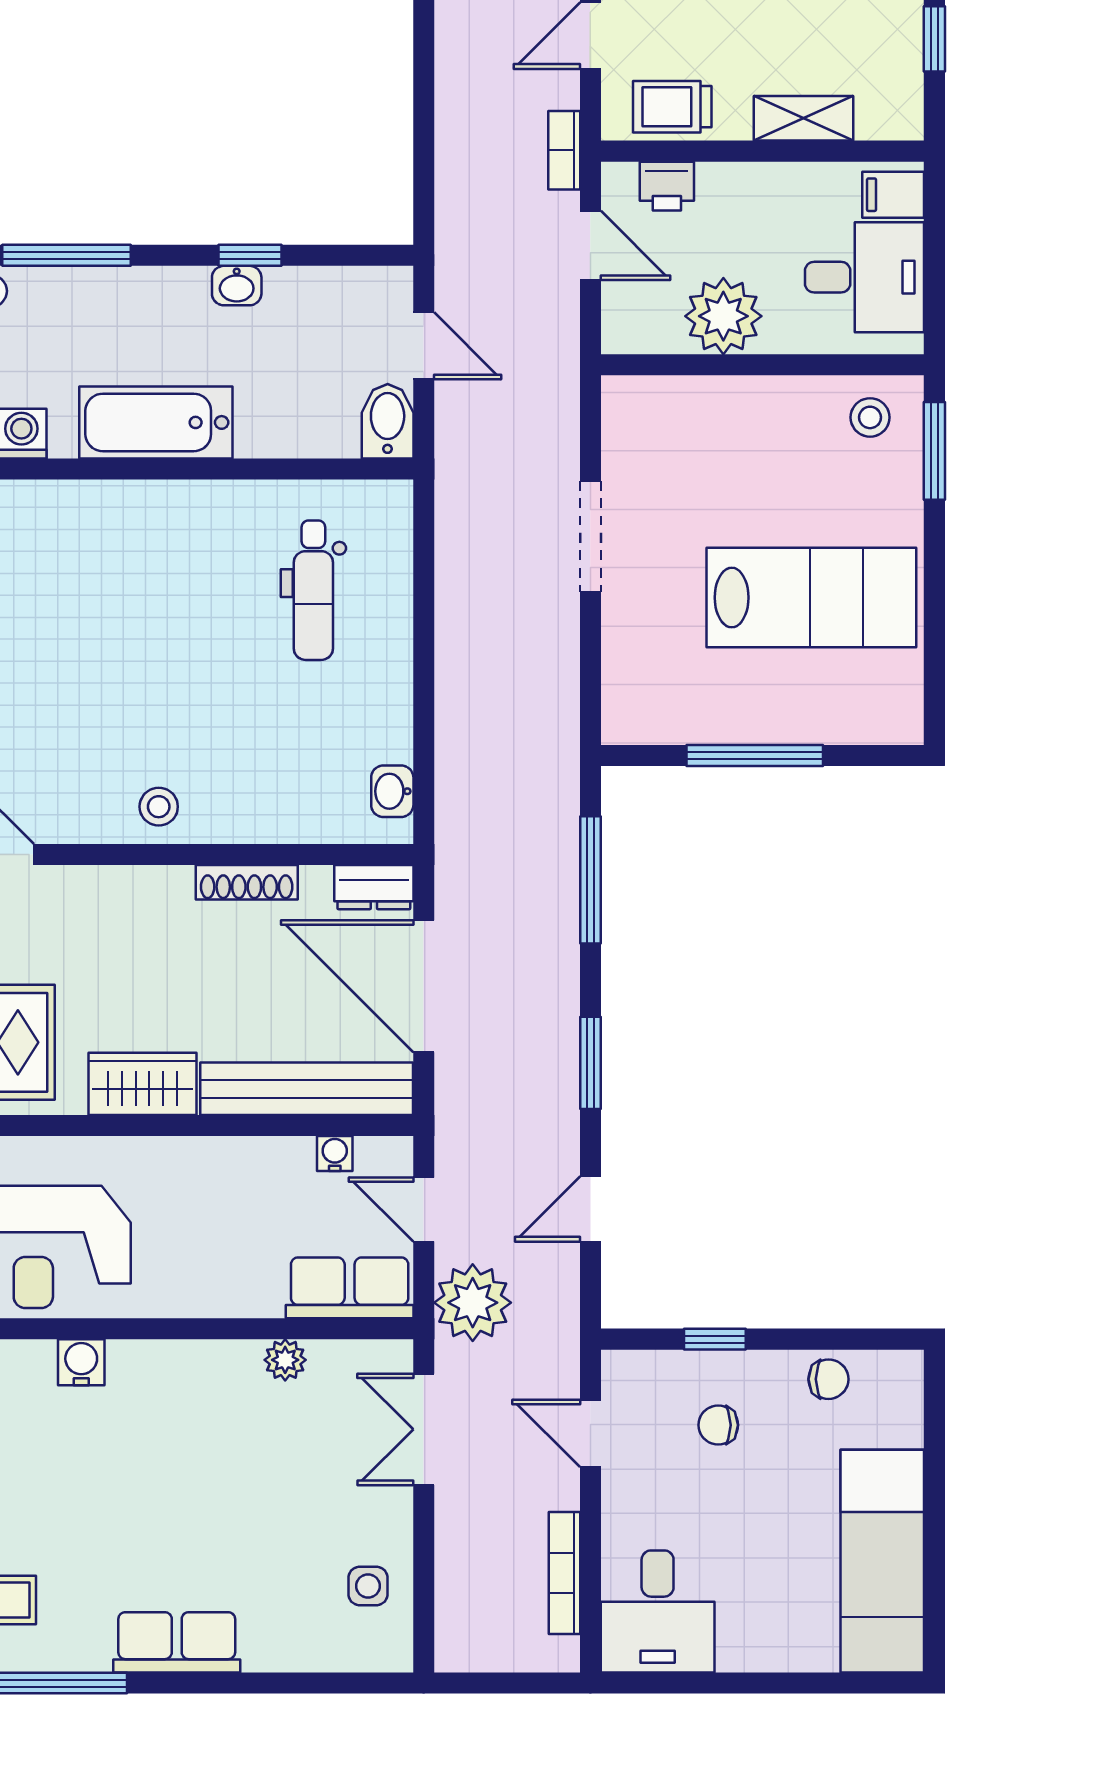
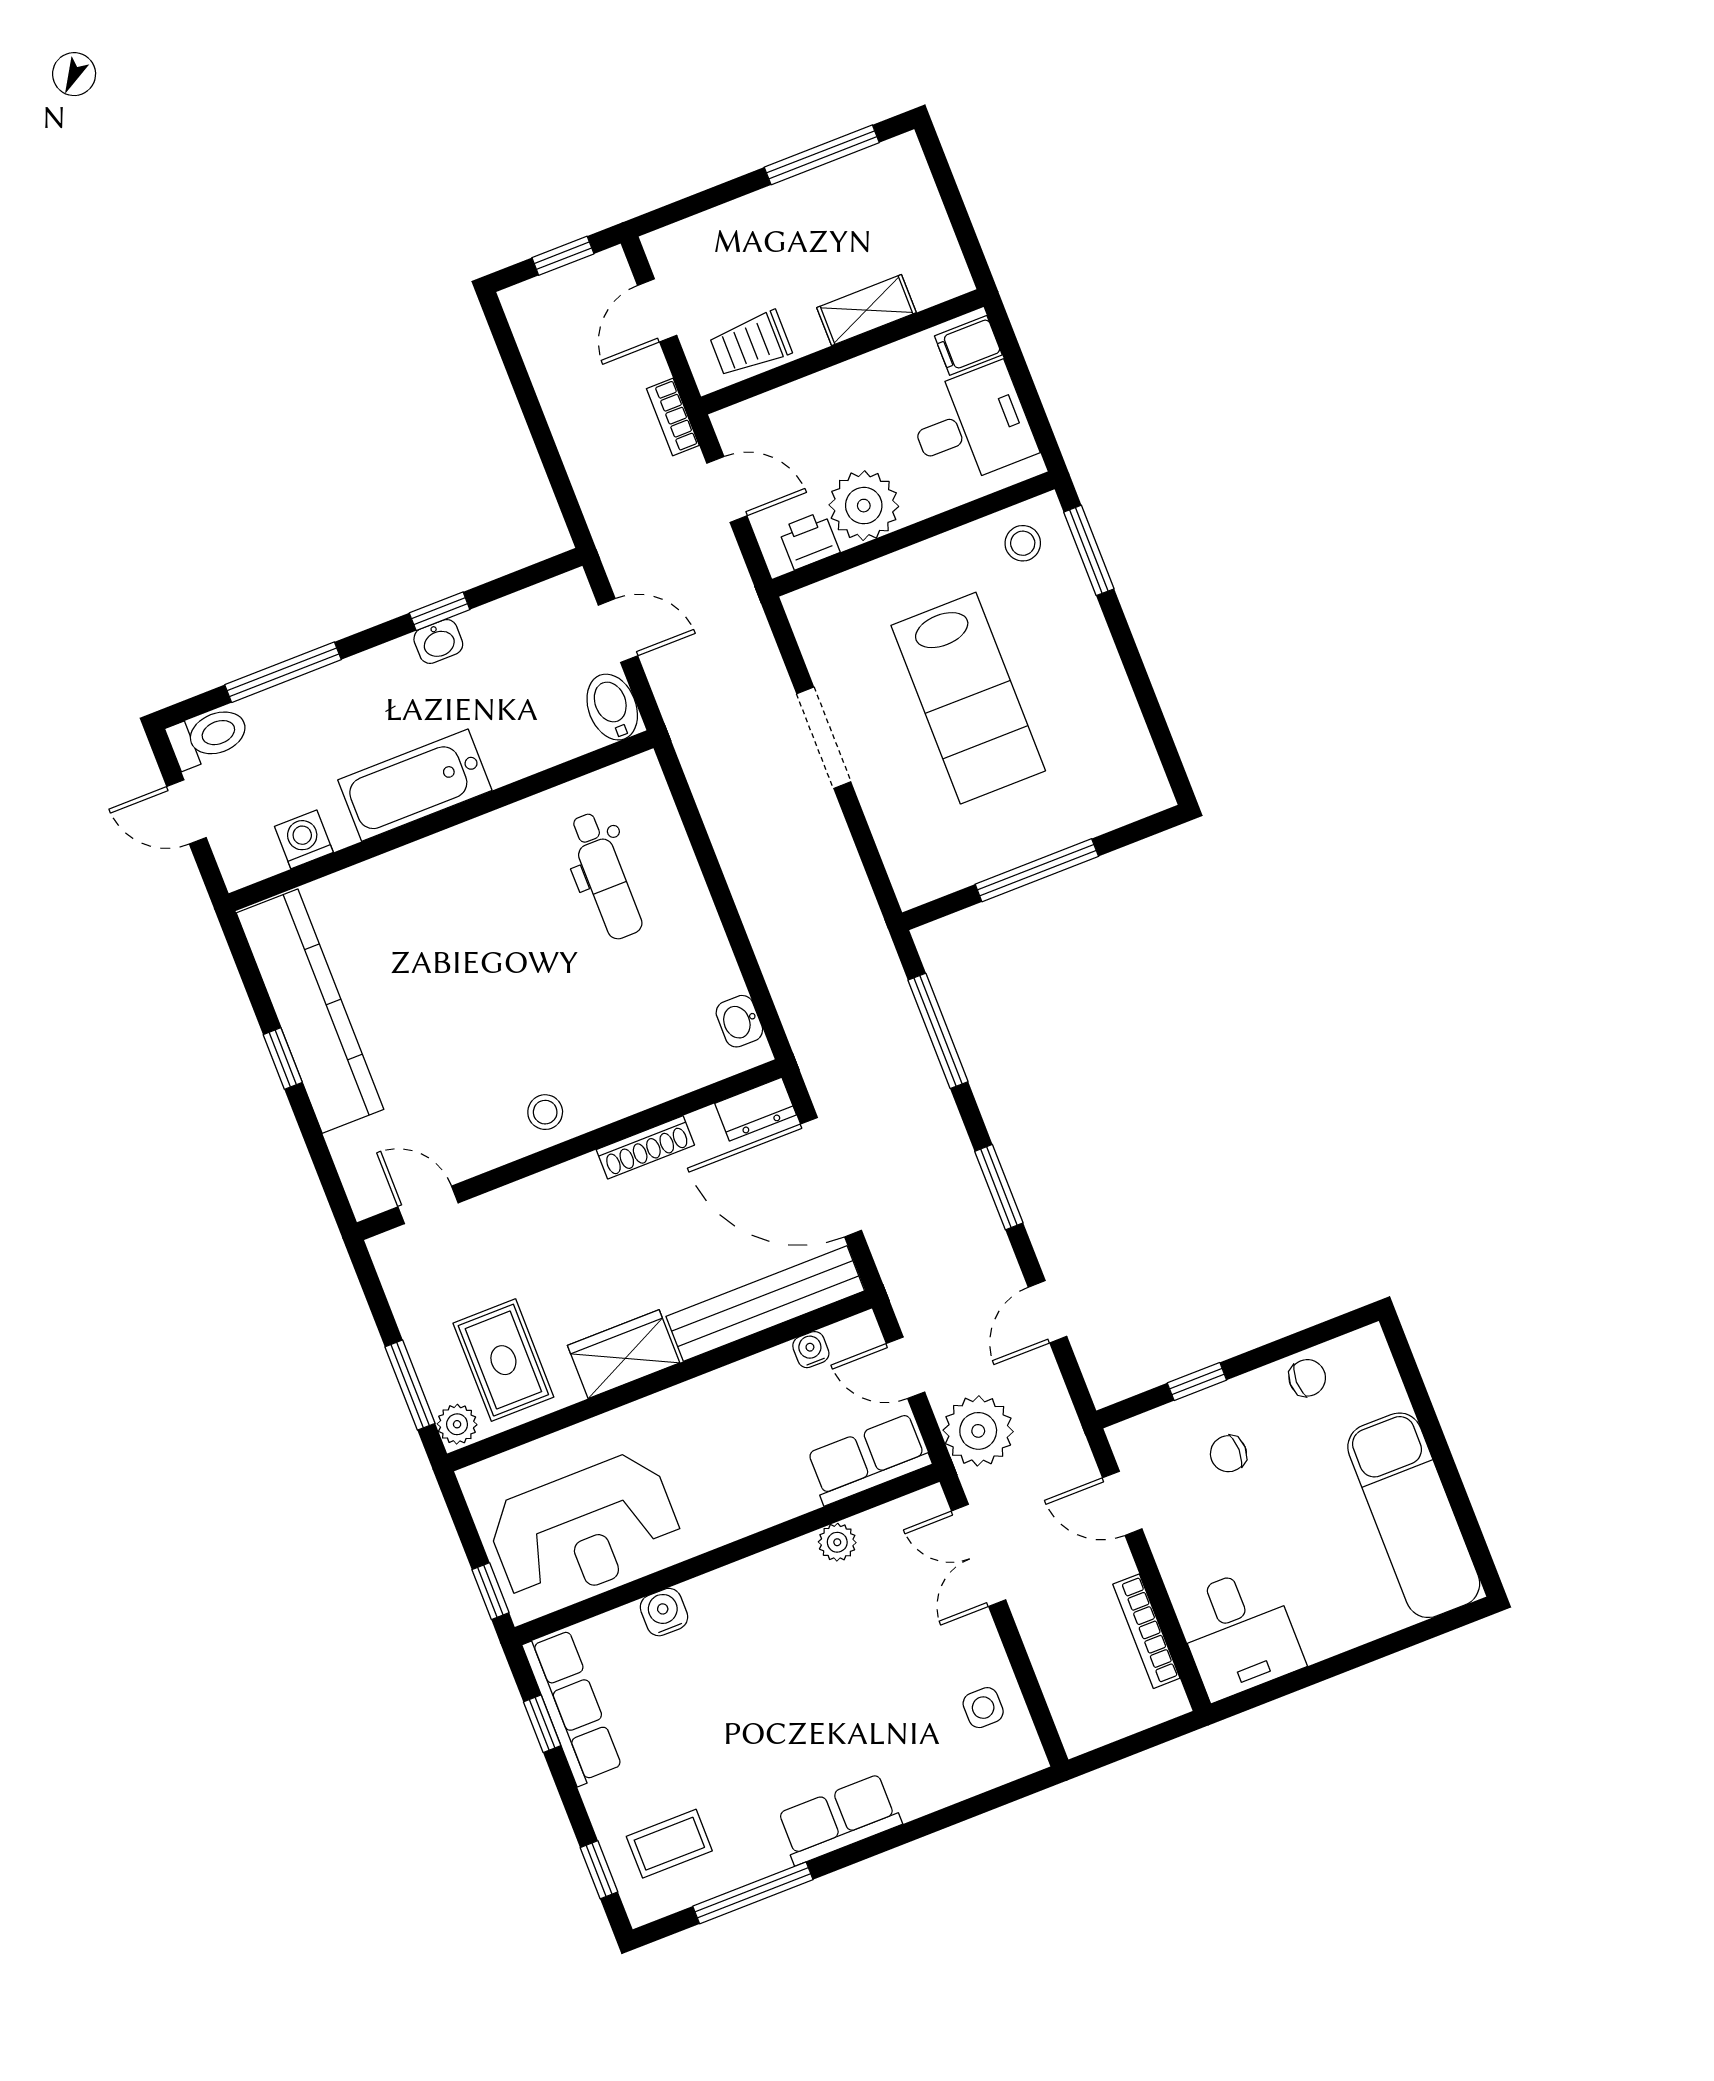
window: (934, 39) -> (952, 199), removed
printer: (667, 186) -> (809, 540), moved, turned 180
lab bench: (811, 598) -> (968, 698), moved, turned 90

